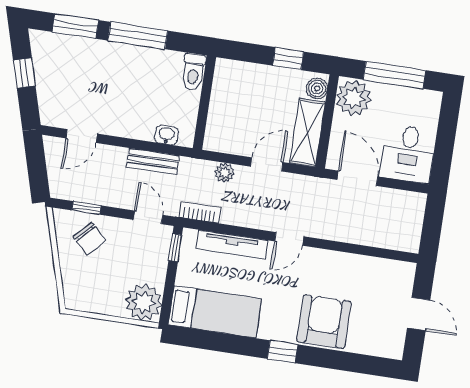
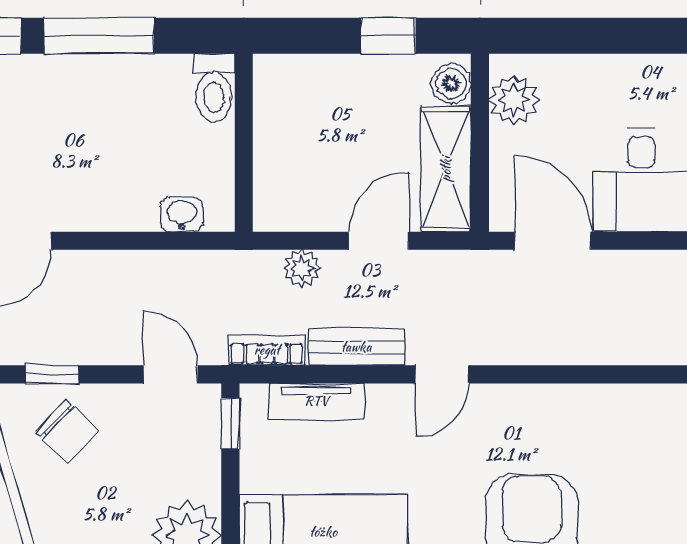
window: (394, 75) -> (593, 36), removed
plant: (354, 98) -> (514, 100), width x0.73, depth x0.73
bench: (153, 161) -> (356, 347), moved
tv unit: (232, 245) -> (316, 401), width x0.71

